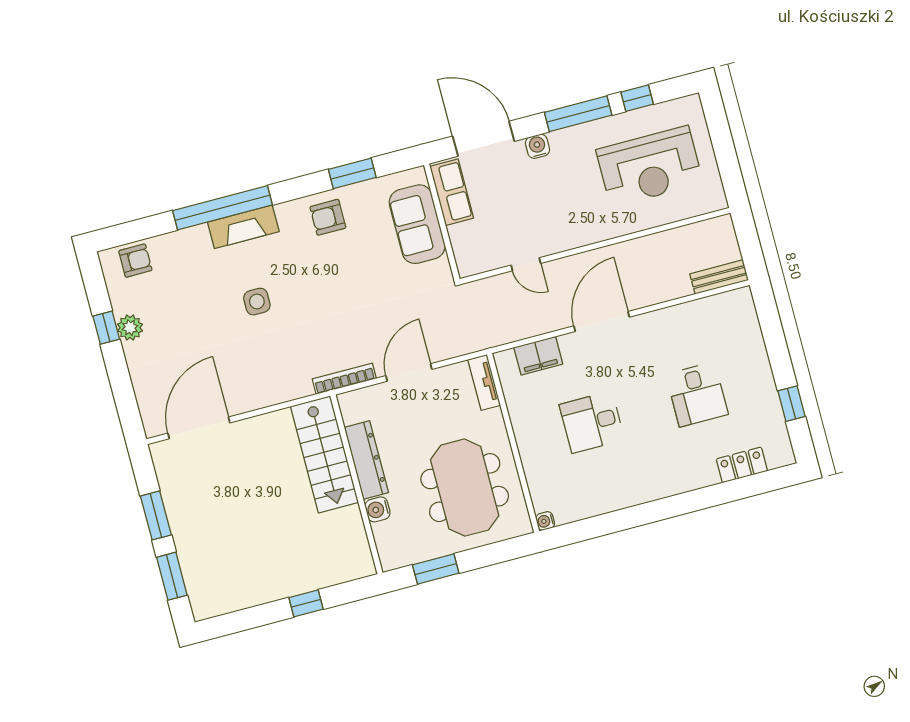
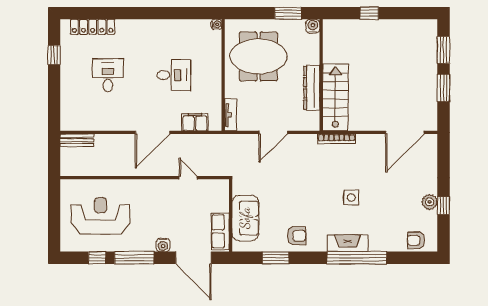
bookcase: (344, 379) -> (337, 139), moved
locker: (742, 465) -> (93, 27), width x1.53
meeting table: (465, 488) -> (258, 56), turned 90
water cooler: (378, 509) -> (313, 26), moved, turned -90

